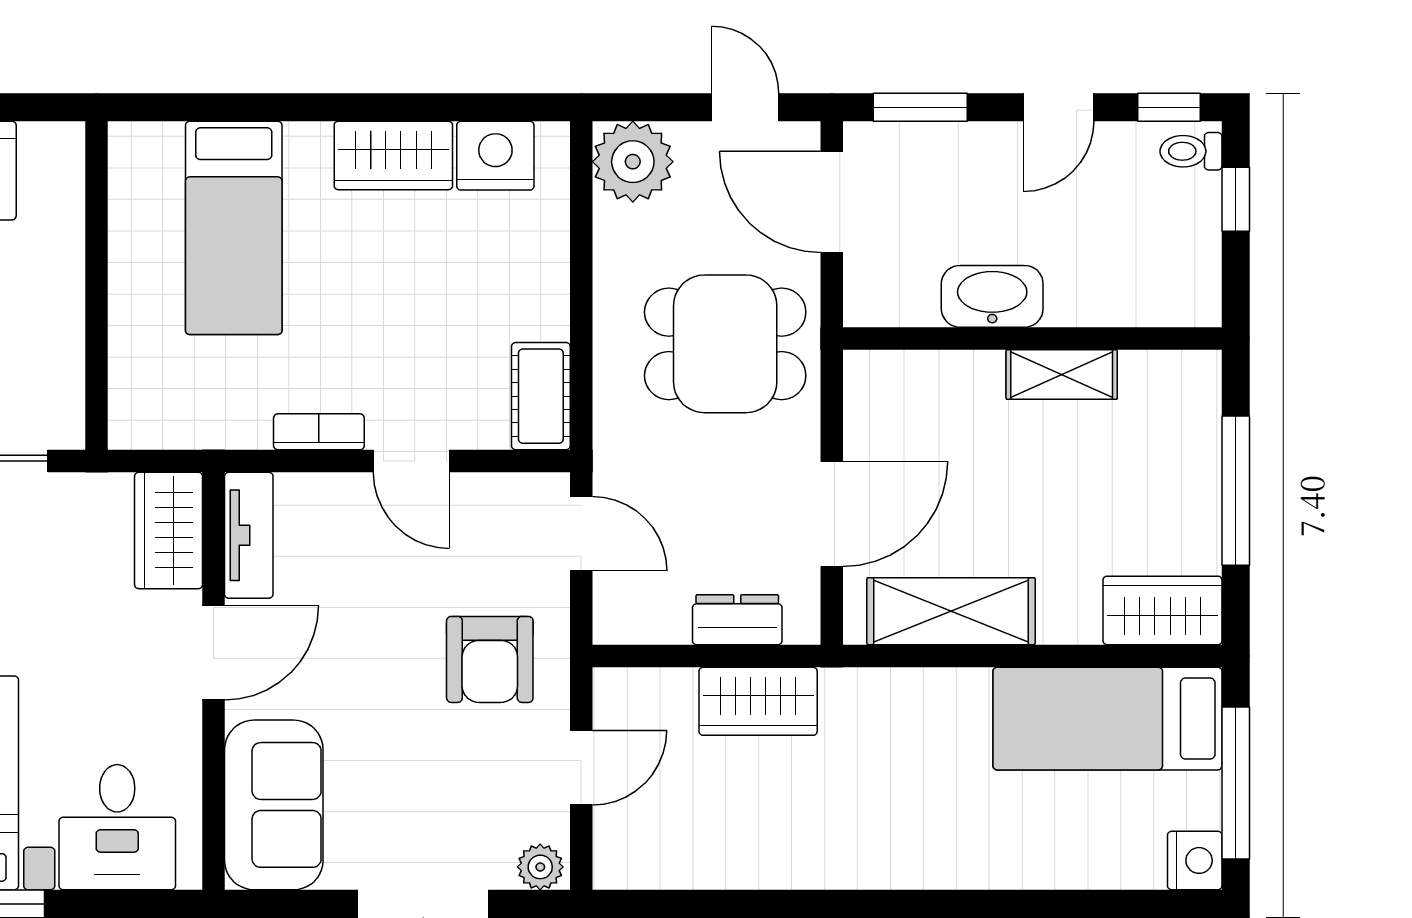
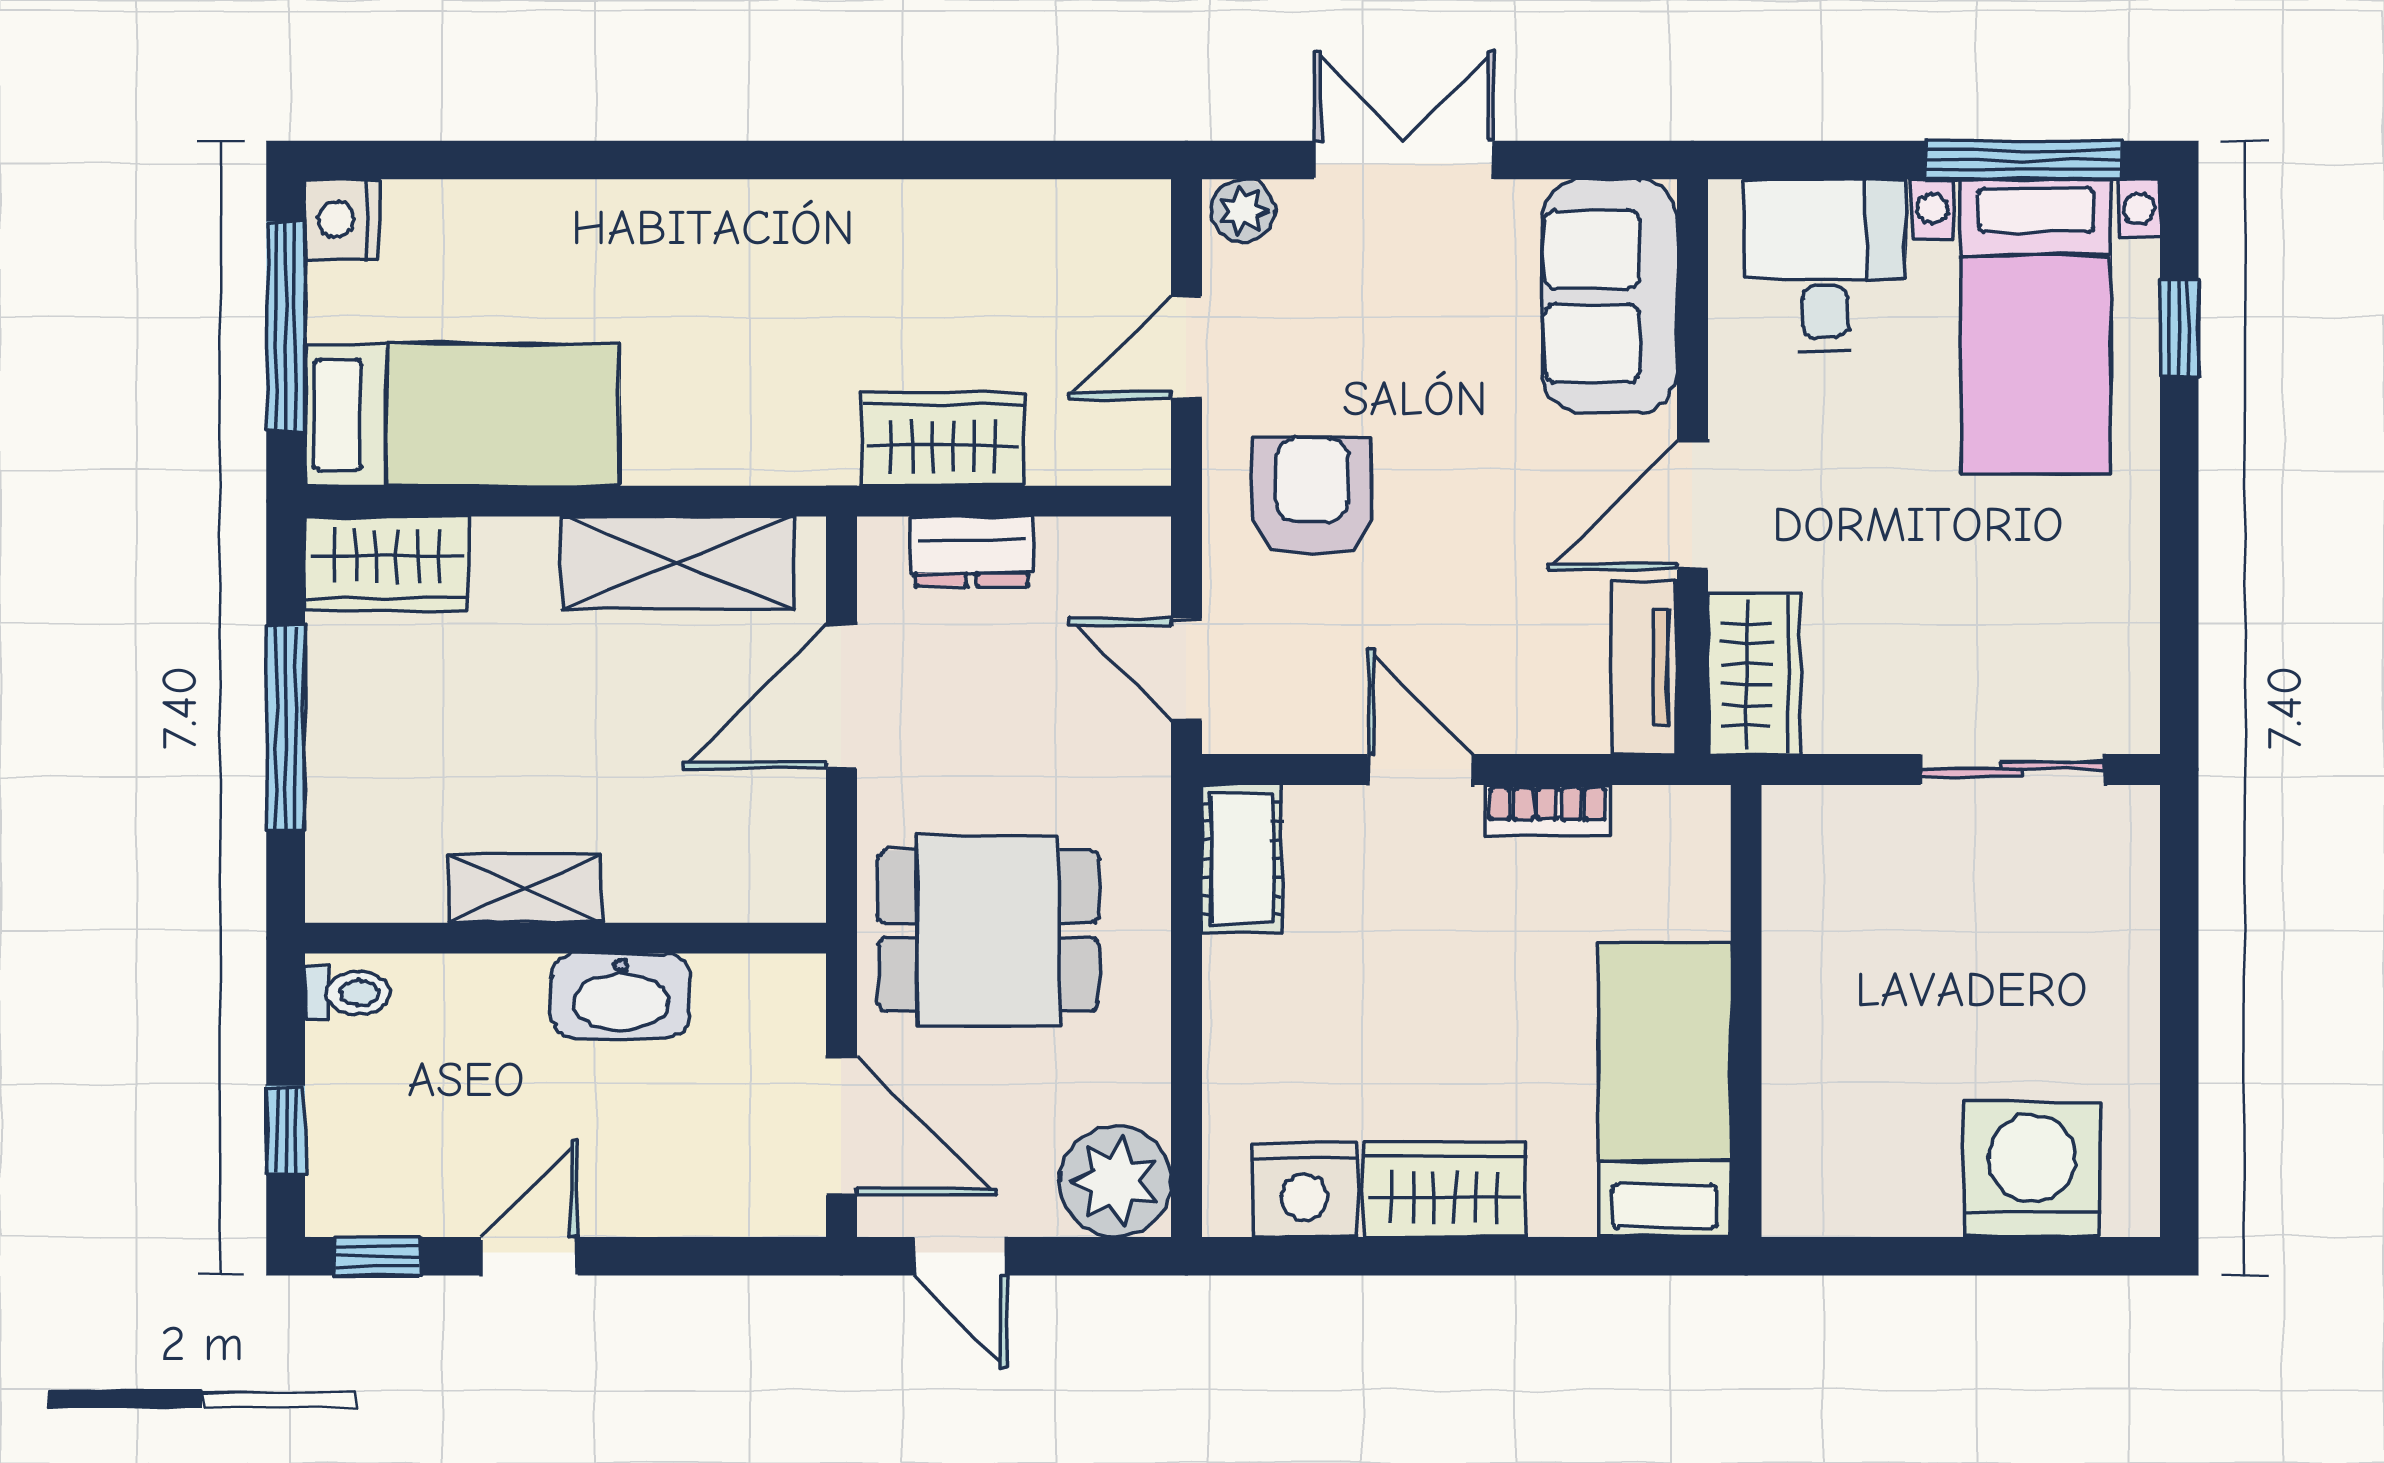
window: (920, 107) -> (720, 1256), removed
toilet: (1191, 151) -> (347, 993), moved
wall: (97, 286) -> (1746, 1011), moved

